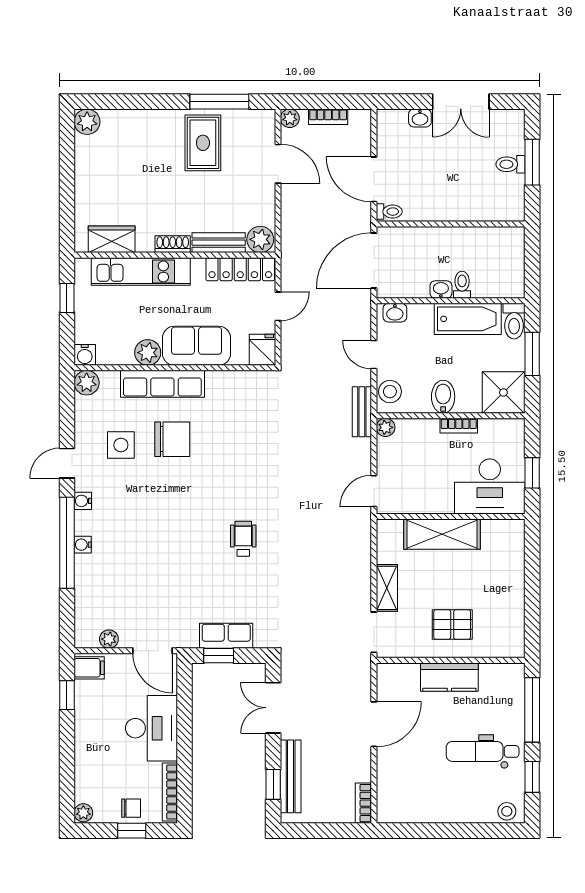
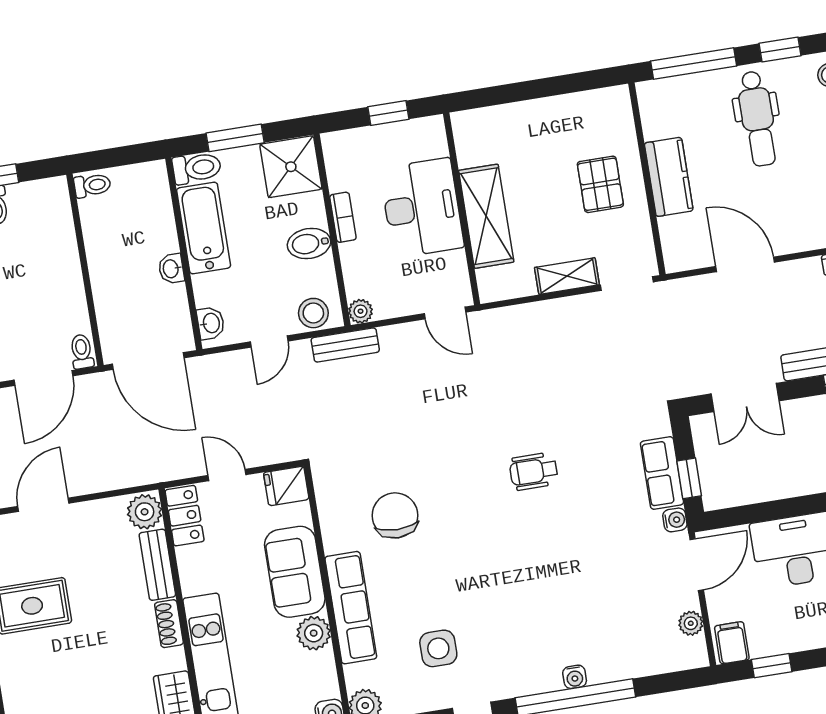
locker: (240, 269) -> (185, 516), width x0.66
toilet: (462, 285) -> (92, 185), moved, turned 180
chair: (172, 439) -> (395, 515), moved
desk: (490, 486) -> (422, 208), moved
water cooler: (83, 501) -> (675, 520), moved, turned -90

